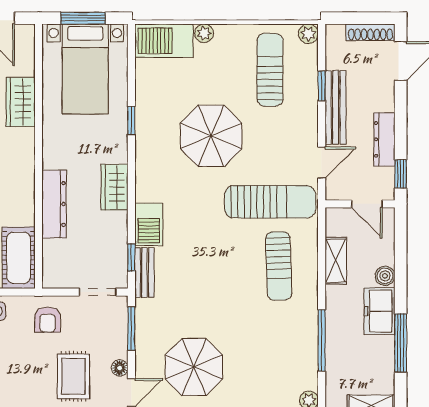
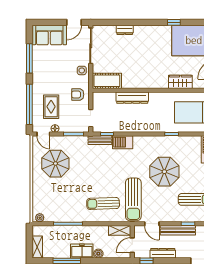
wardrobe: (115, 187) -> (140, 126), removed
shelving: (336, 261) -> (120, 230), moved
rug: (73, 376) -> (51, 107), turned 90

